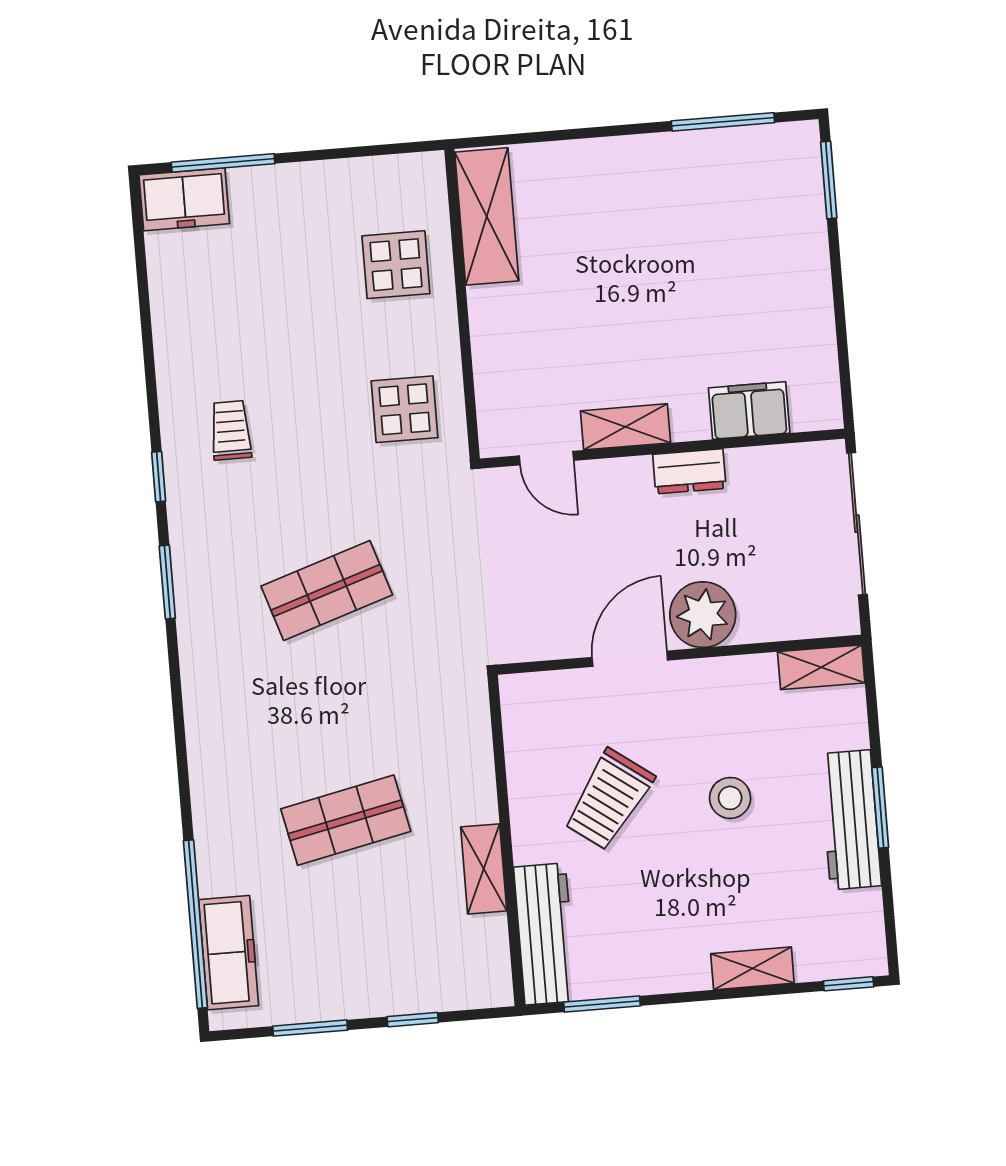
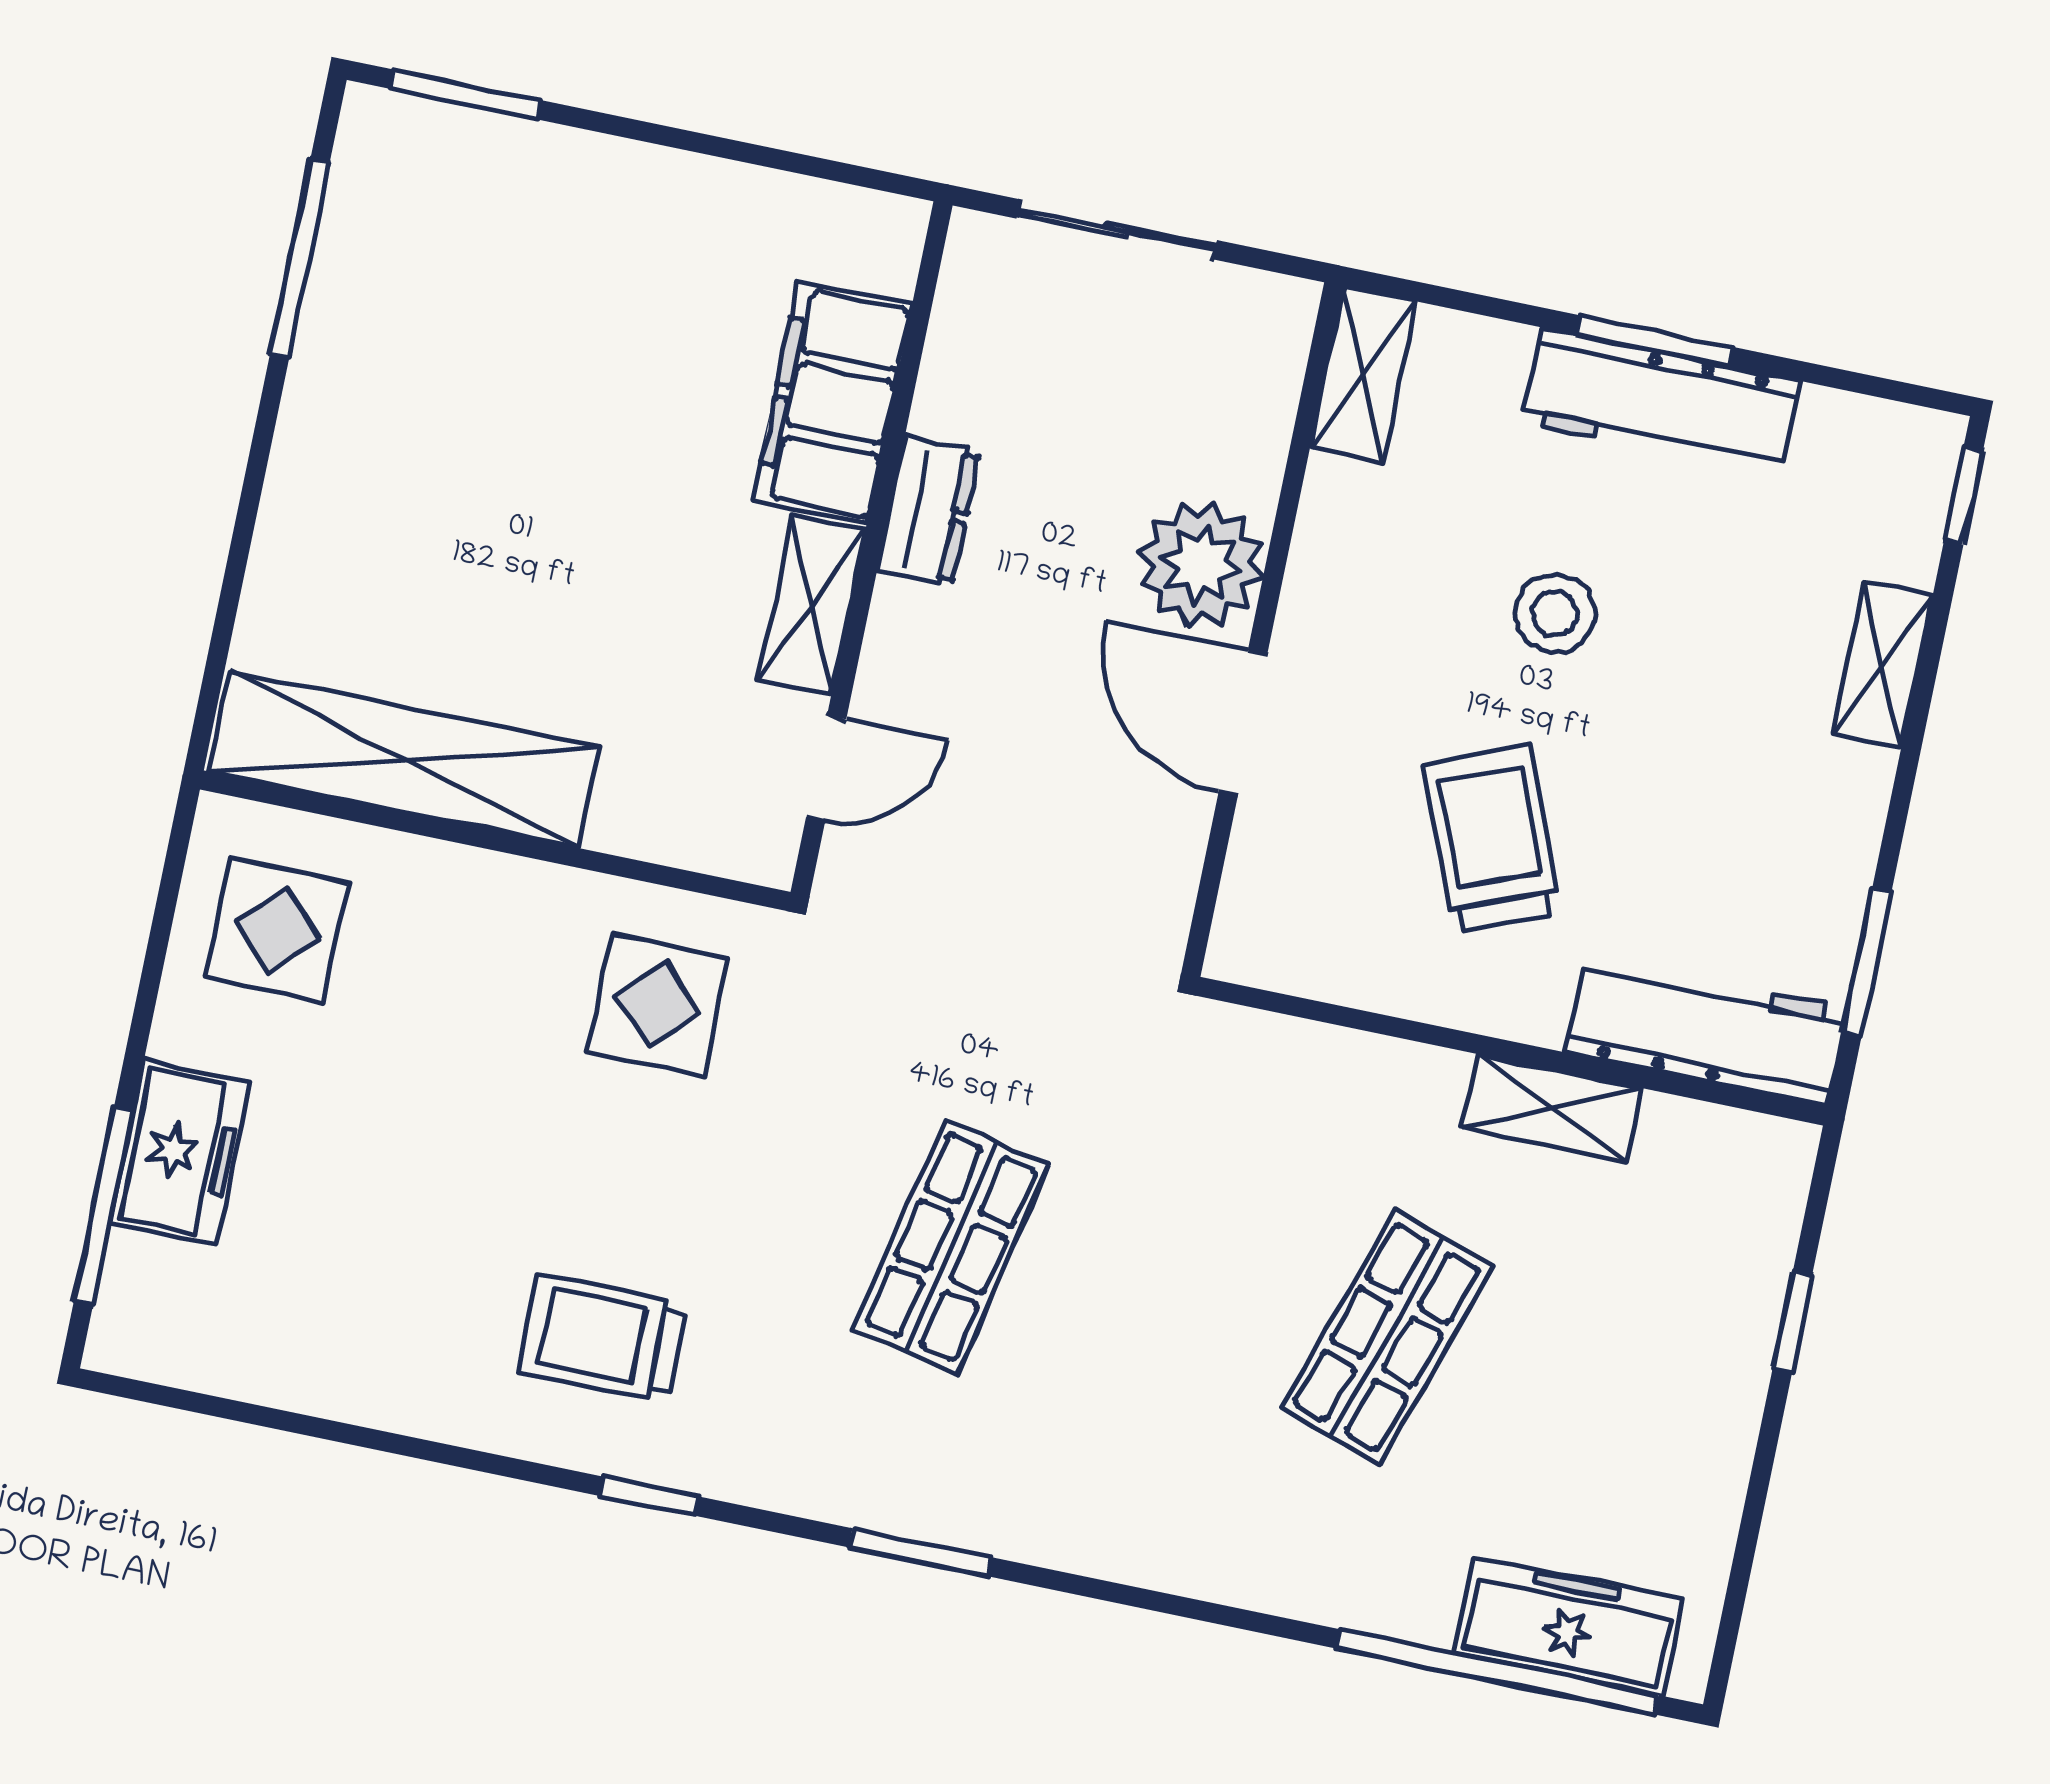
freezer: (184, 199) -> (180, 1153), moved
shelving: (487, 216) -> (405, 759), width x1.47
display table: (396, 265) -> (277, 930), moved
filing cabinet: (749, 410) -> (833, 402), width x1.50, depth x1.17
trolley: (231, 430) -> (603, 1338), width x1.36, depth x1.39
sliding door: (857, 524) -> (1117, 229), width x0.73
window: (167, 582) -> (920, 1552), moved
shop shelf: (327, 591) -> (951, 1247), turned 30
trolley: (609, 800) -> (1492, 839), turned -148
shop shelf: (346, 820) -> (1387, 1337), turned 30
window: (310, 1028) -> (1752, 1516), removed

